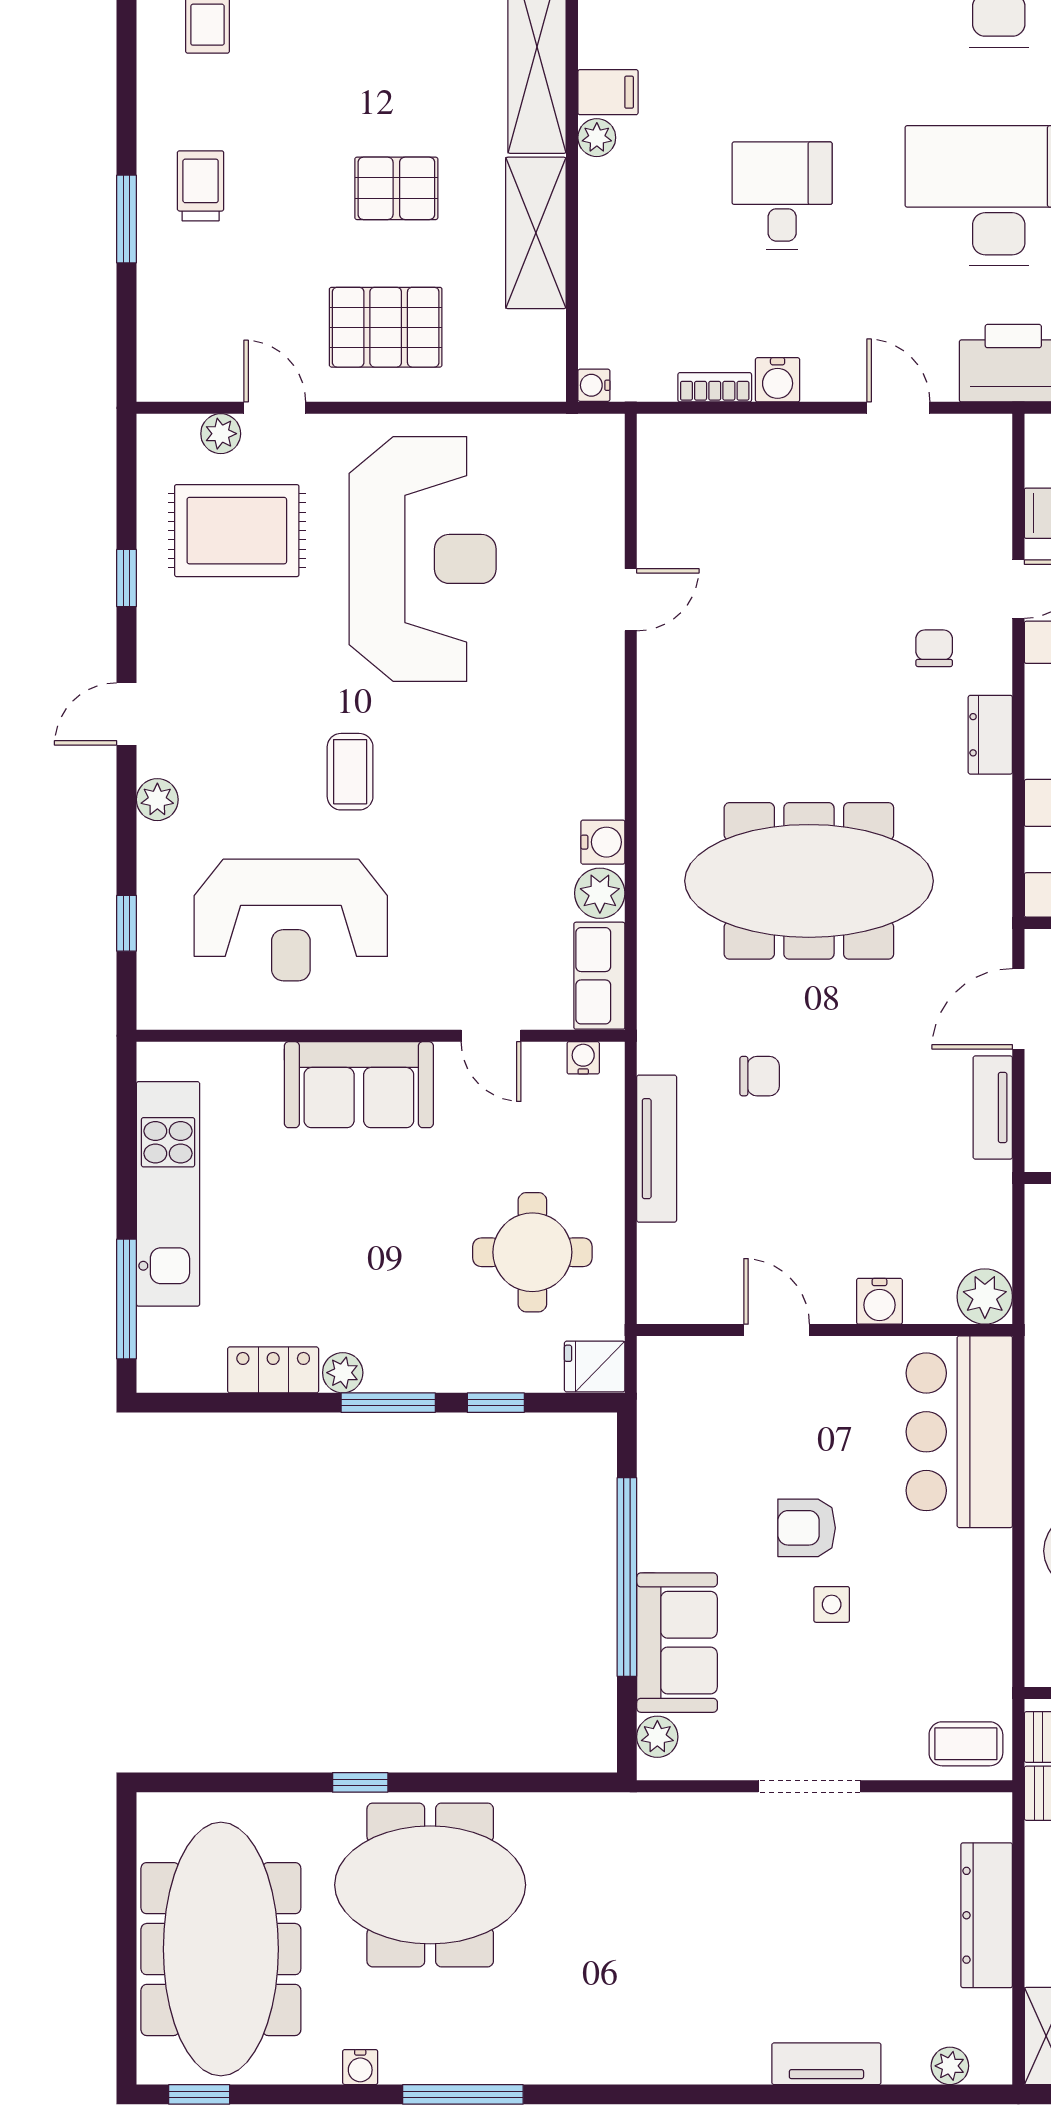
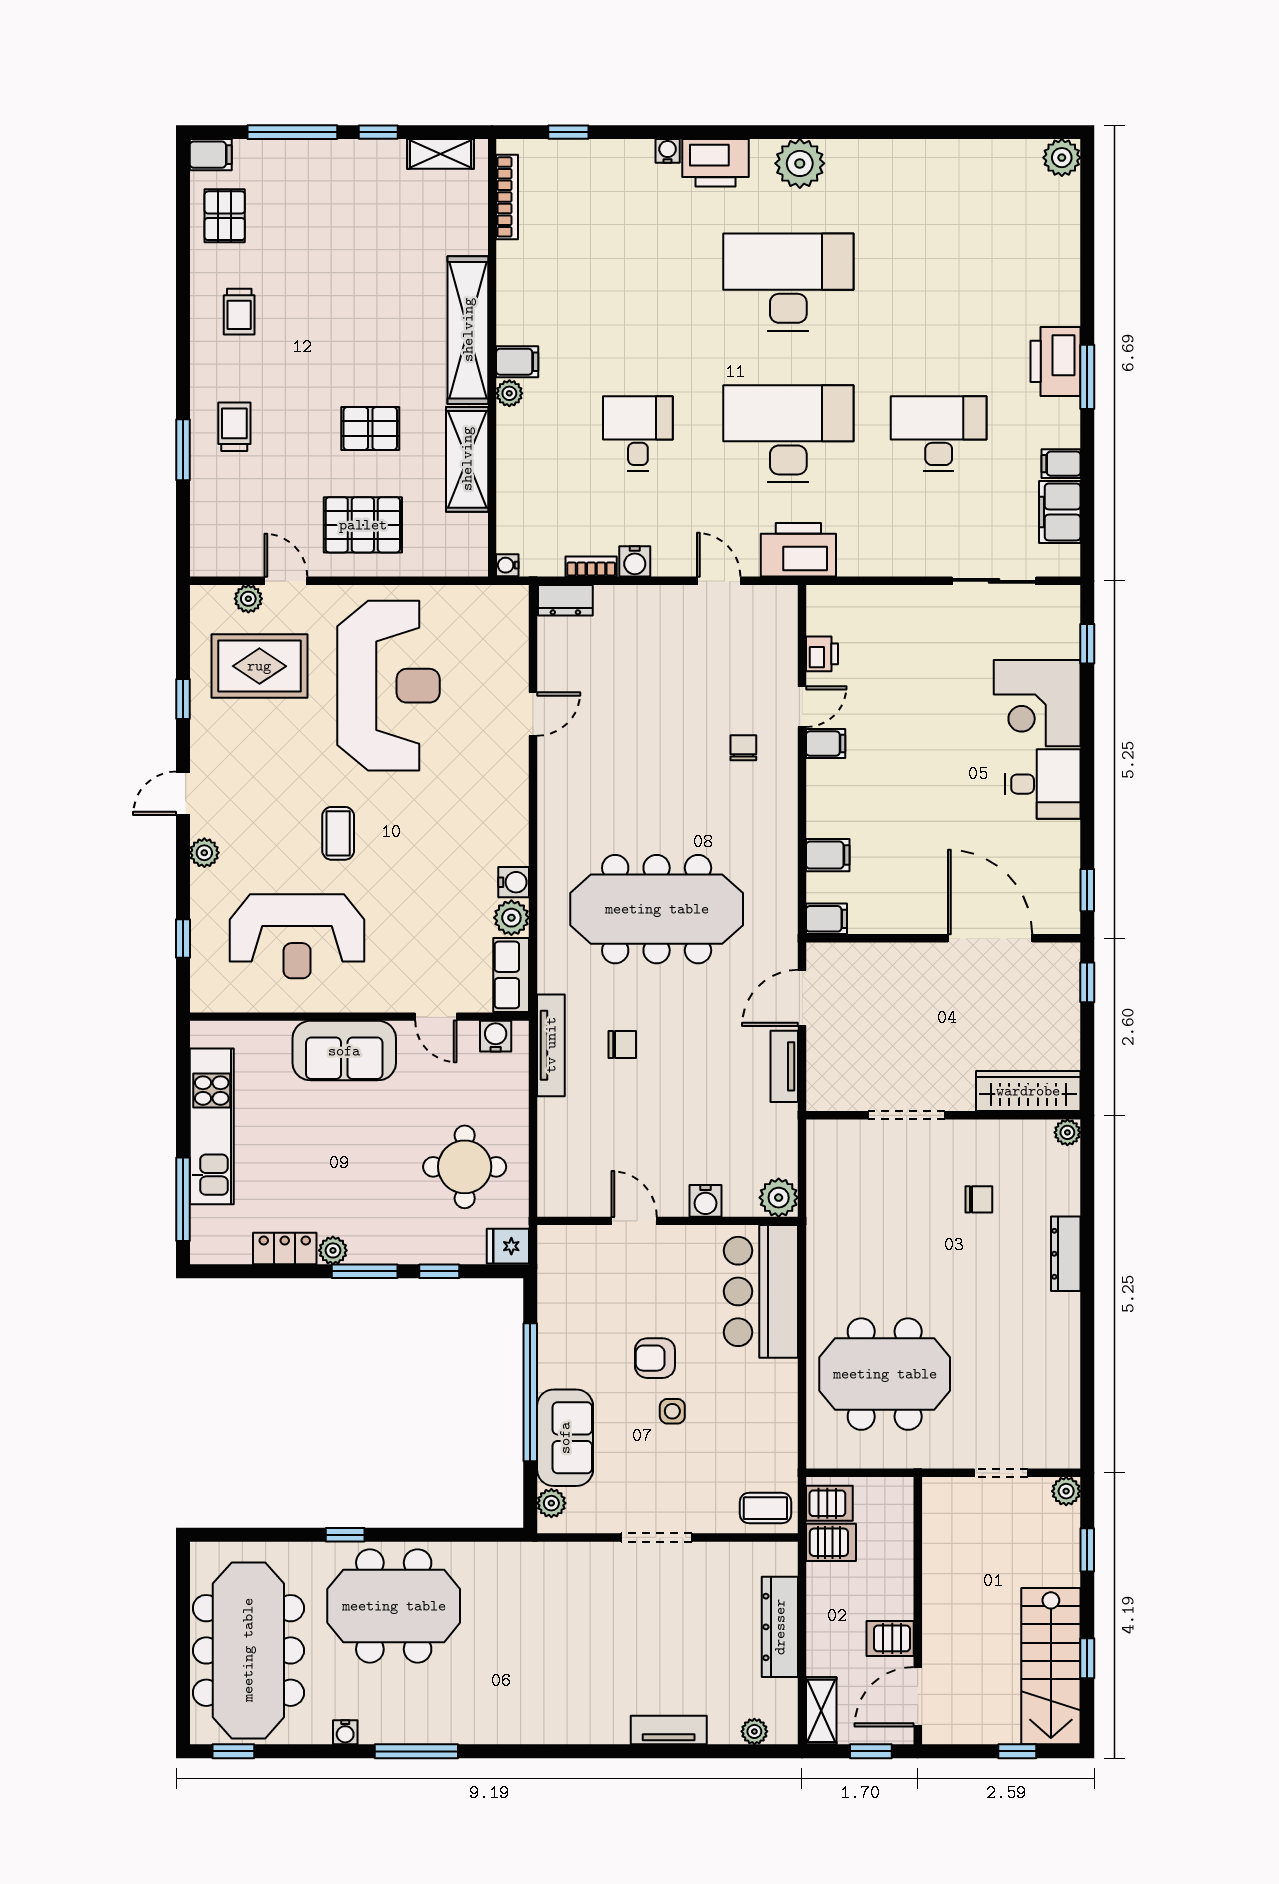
dresser: (990, 735) -> (565, 600), moved, turned -90
water cooler: (583, 1058) -> (496, 1036), width x1.38, depth x1.38
tv unit: (657, 1149) -> (551, 1045), moved

